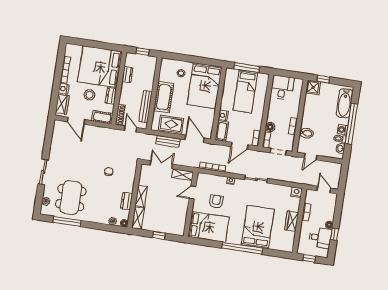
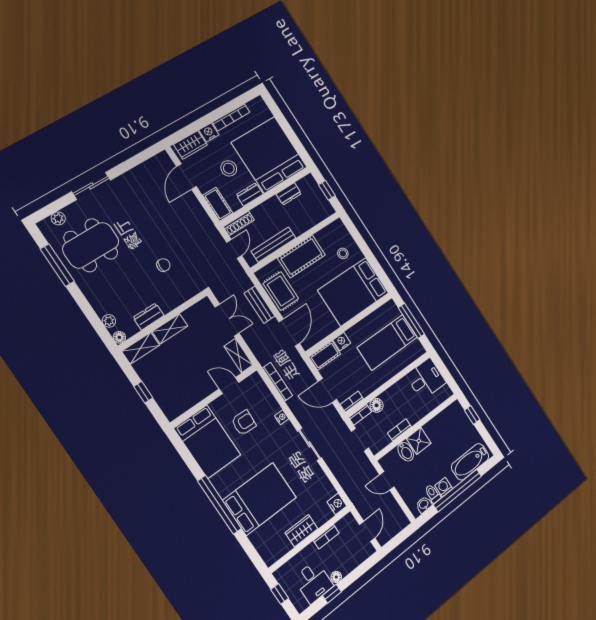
shower: (313, 87) -> (419, 441), moved

